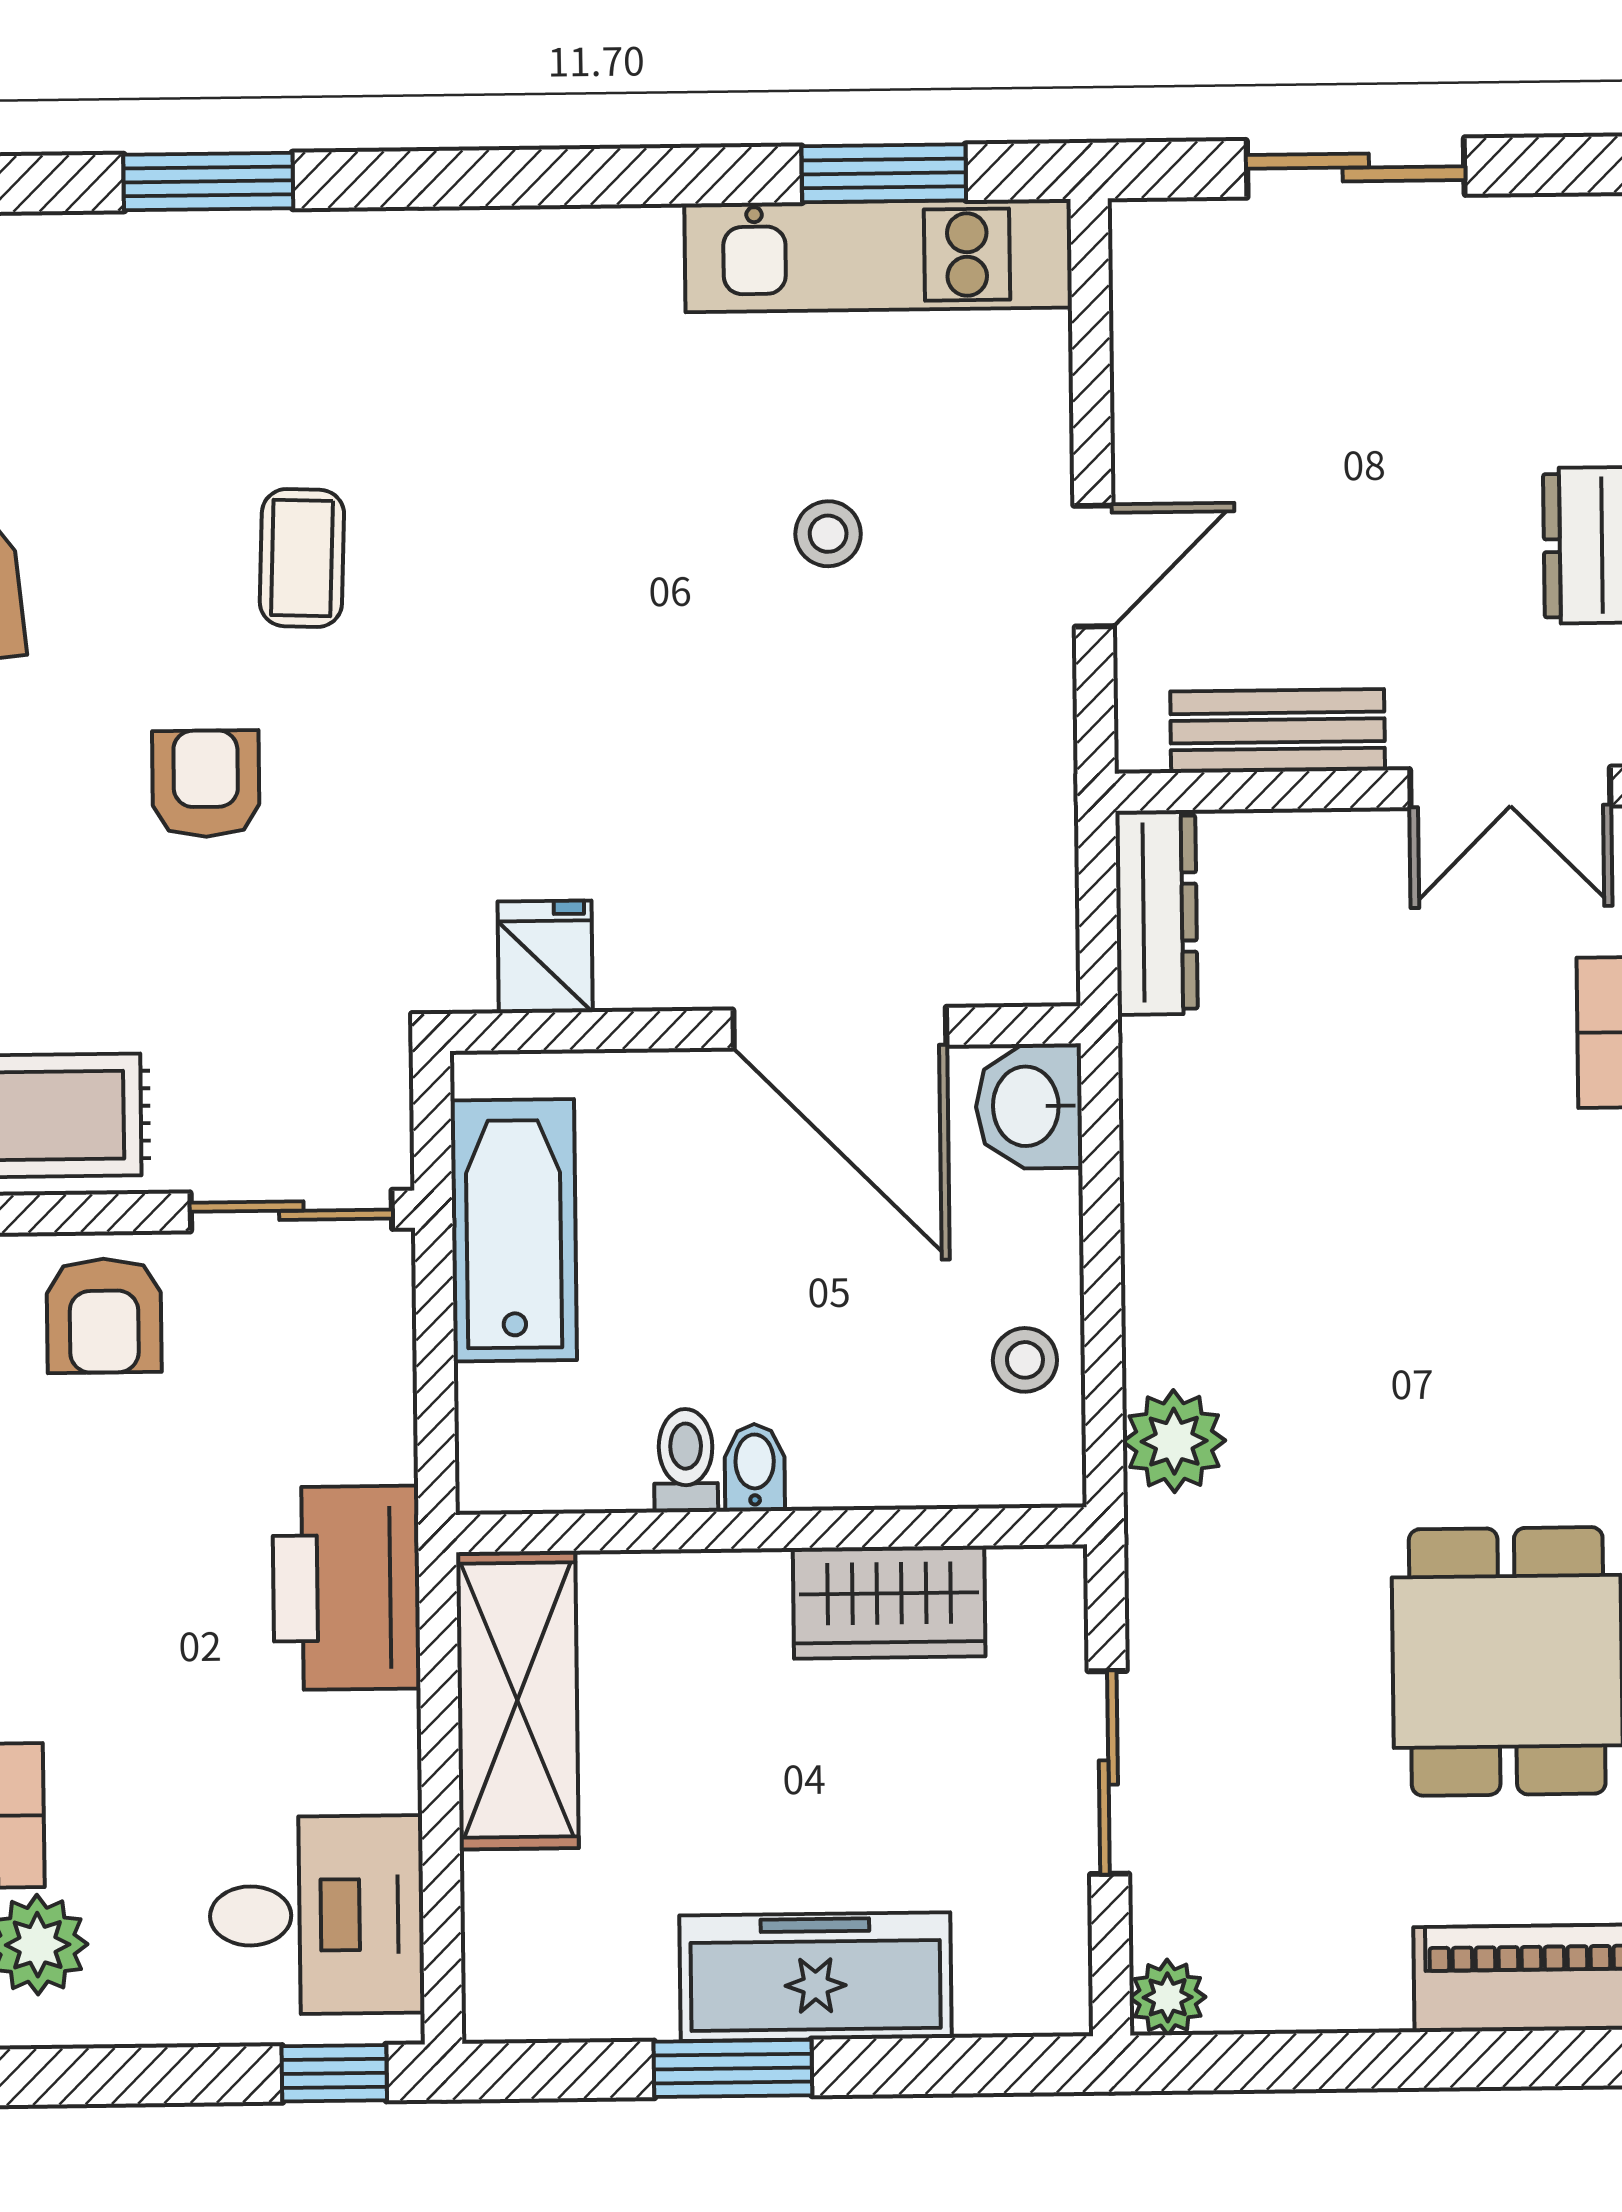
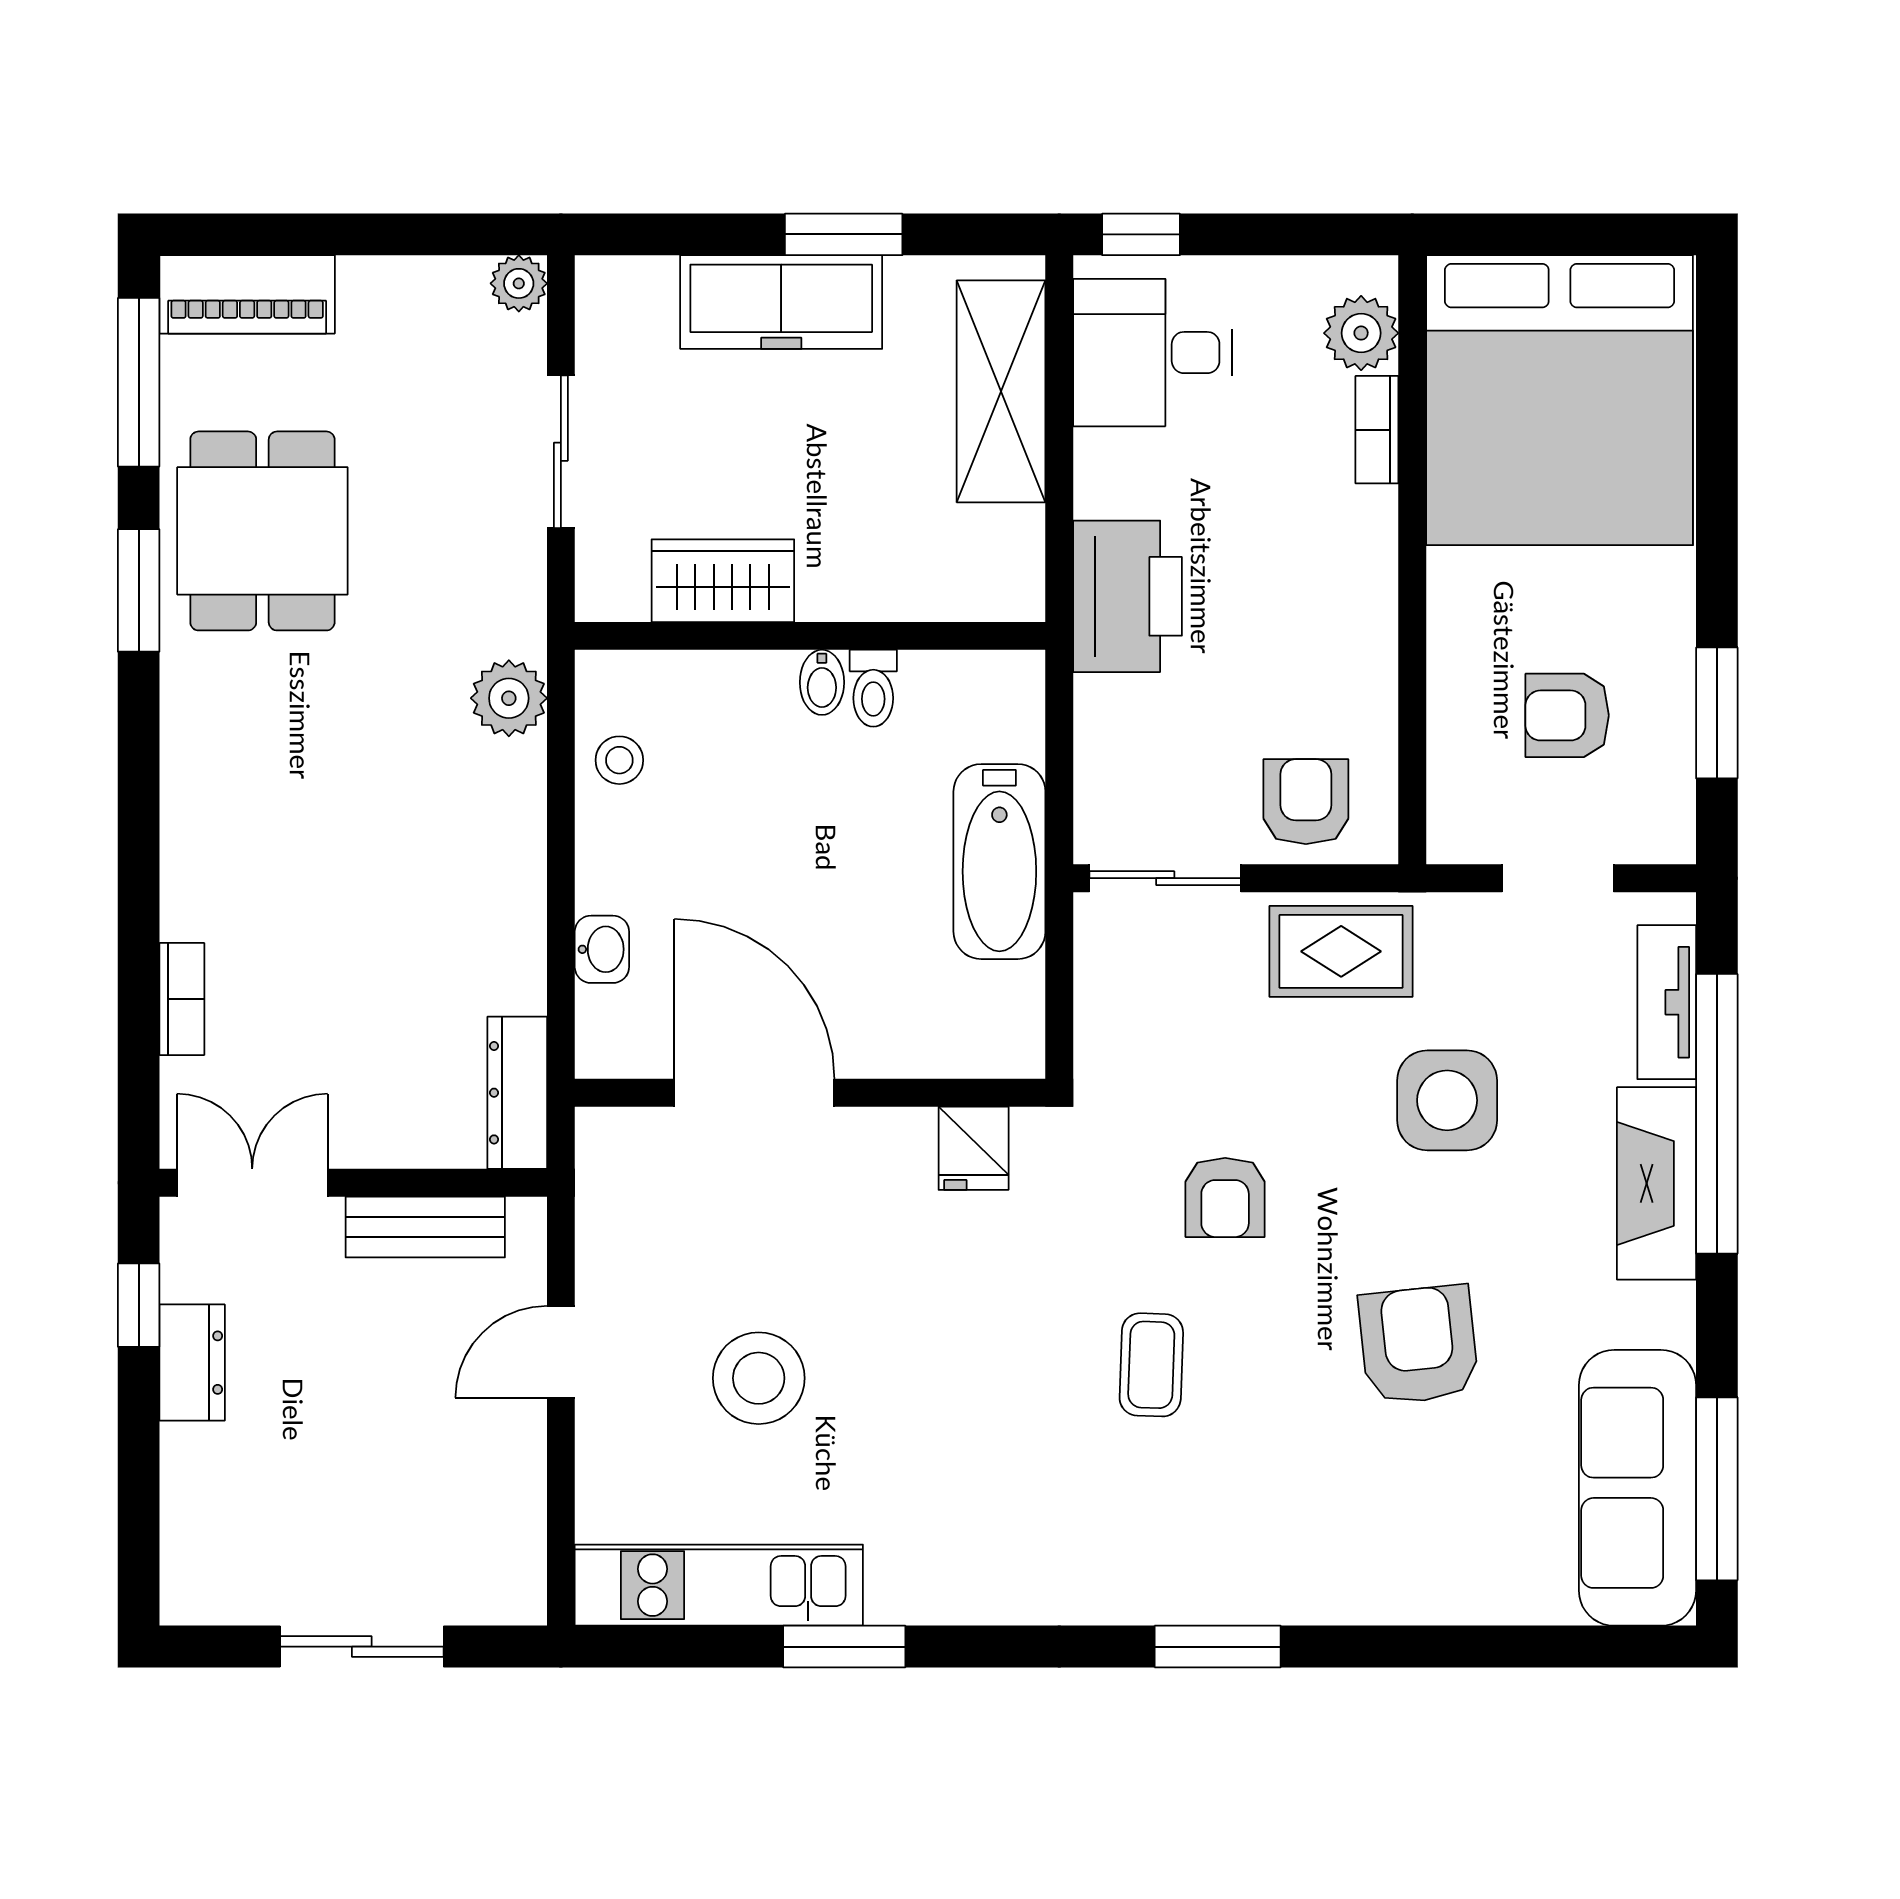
window: (884, 173) -> (844, 1647), moved
stool: (828, 534) -> (759, 1378), width x1.89, depth x1.89
fridge: (545, 957) -> (974, 1148), moved
door: (840, 1028) -> (754, 1093), moved
wall: (765, 1029) -> (810, 1093), moved
washbasin: (1029, 1106) -> (602, 949), width x0.72, depth x0.69
shelving: (517, 1700) -> (1001, 391), moved

